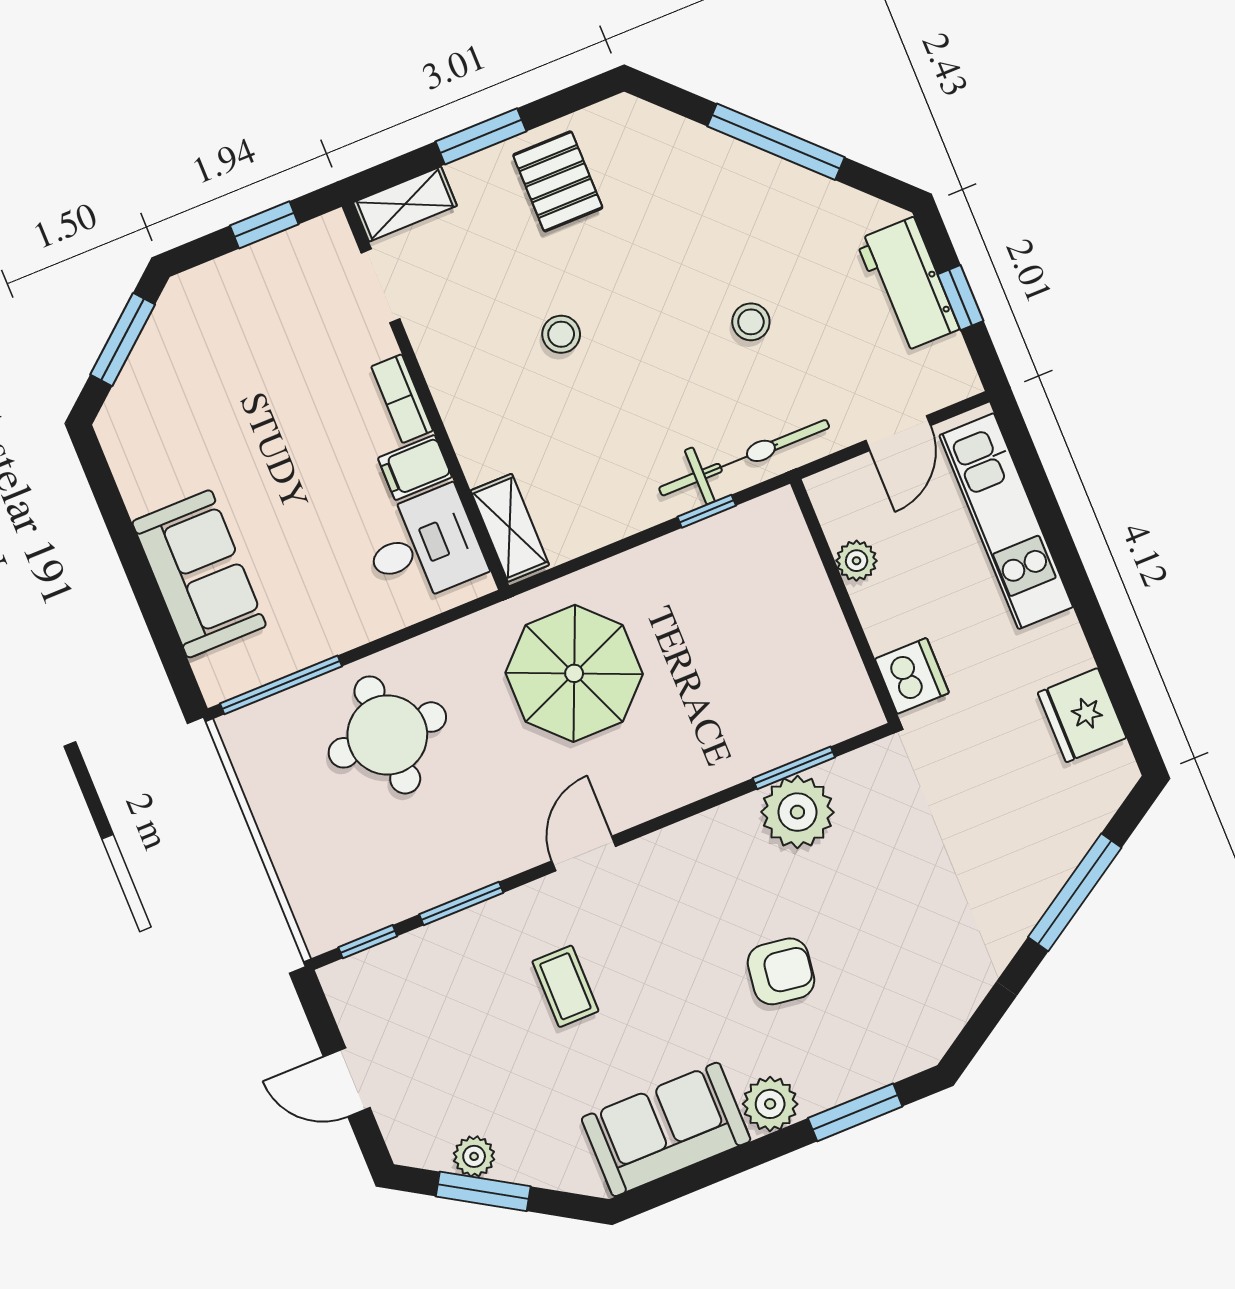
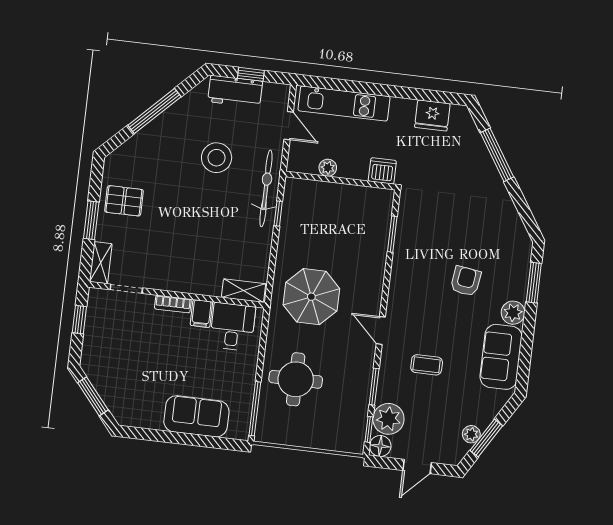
stool: (751, 322) -> (217, 158), width x1.89, depth x1.89
stool: (561, 334) -> (182, 231), removed
plant: (797, 812) -> (388, 419), moved
floor lamp: (347, 984) -> (380, 446), added

